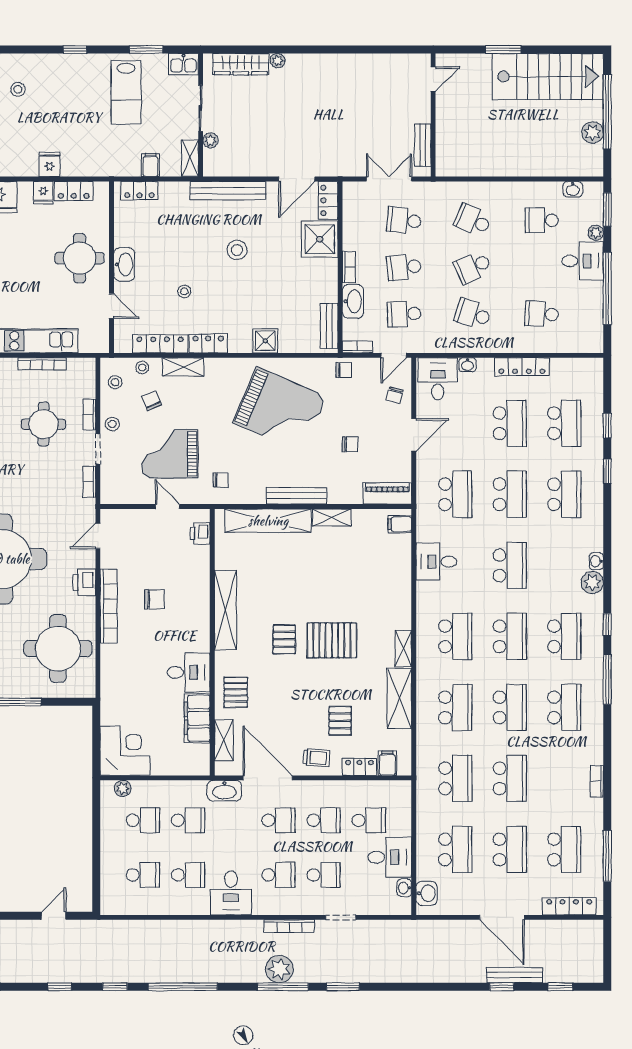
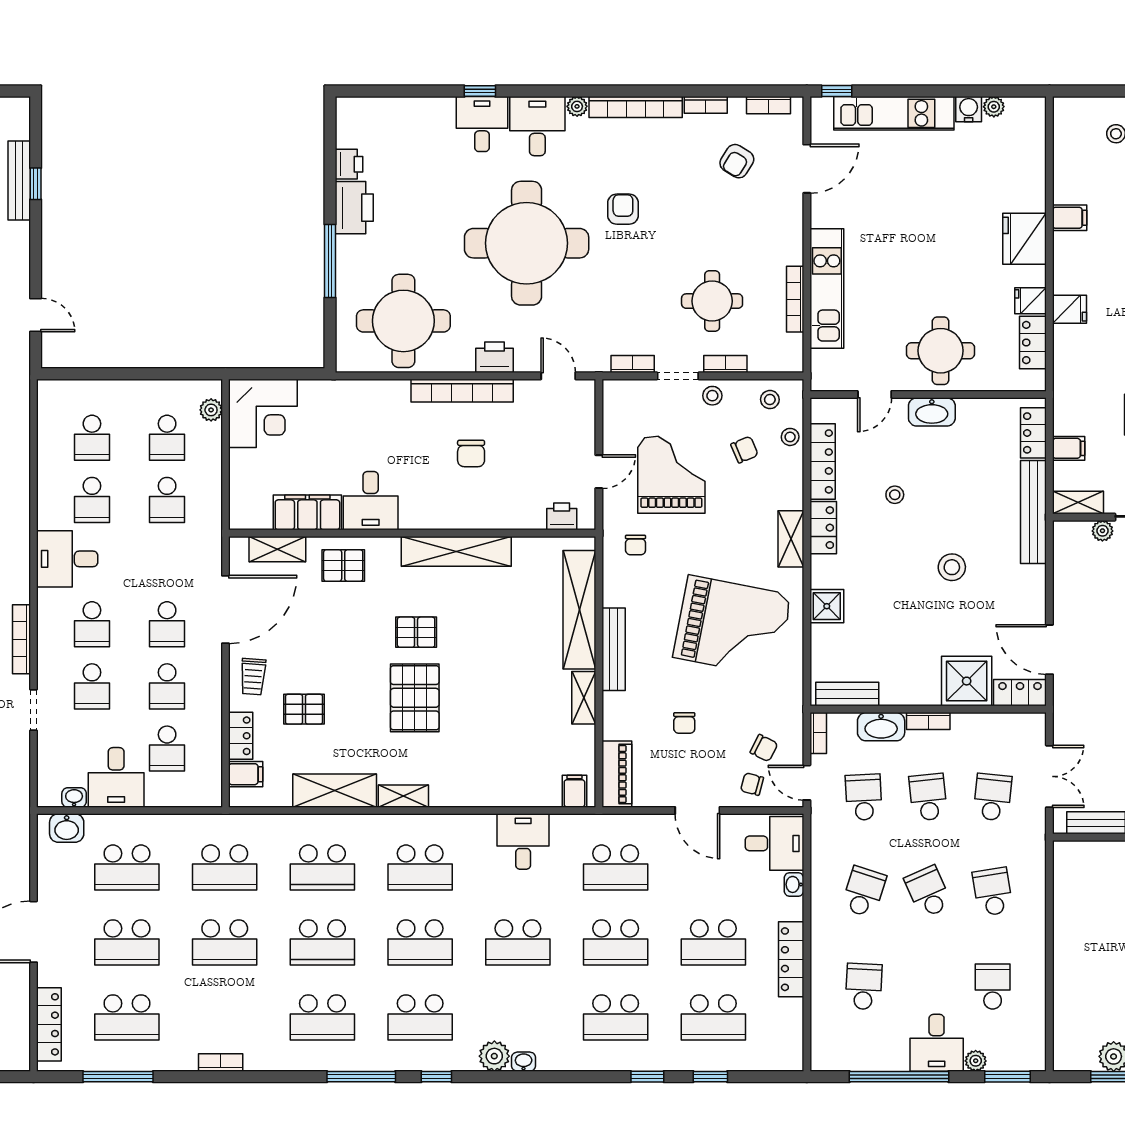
washbasin: (573, 189) -> (1035, 1029), removed
bench: (228, 191) -> (1033, 512), moved
school desk: (473, 220) -> (993, 892), turned -33
shelving: (183, 367) -> (791, 539), moved
chair: (344, 370) -> (764, 748), moved, turned -63
grand piano: (280, 410) -> (732, 626), turned -102
washbasin: (224, 791) -> (208, 550), removed

